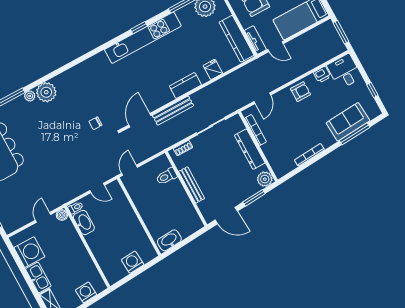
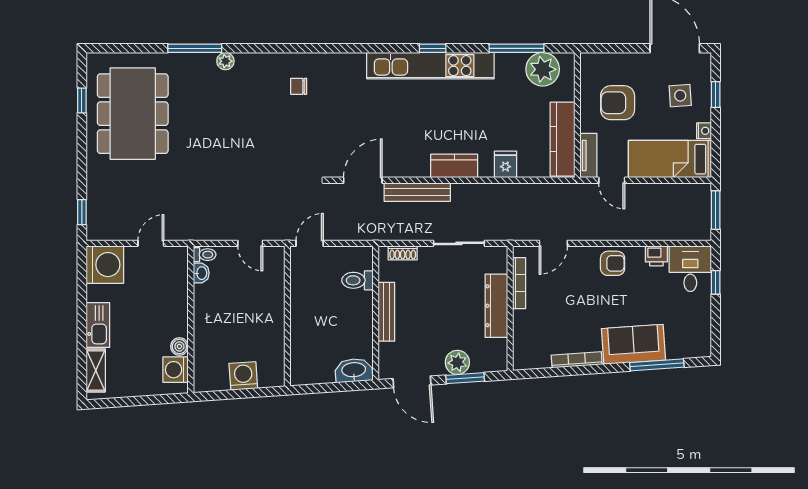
window: (372, 90) -> (716, 282), moved
plant: (46, 92) -> (252, 69), removed
sofa: (348, 122) -> (634, 344), moved
chair: (95, 123) -> (299, 86), moved
plant: (265, 179) -> (457, 362), moved
boiler: (62, 215) -> (179, 346), moved
washbasin: (84, 222) -> (201, 273), width x0.52, depth x0.69
washbasin: (169, 240) -> (354, 370), moved
washing machine: (29, 252) -> (105, 265), moved
washing machine: (86, 292) -> (176, 370), moved, turned -86

